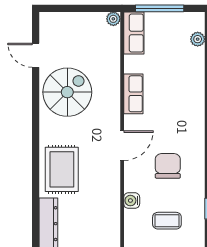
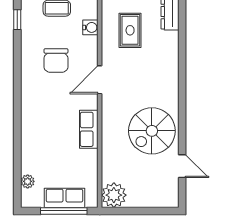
plant: (113, 19) -> (114, 195), width x1.87, depth x1.87
row of seats: (134, 33) -> (64, 198), moved, turned 90
rug: (62, 169) -> (130, 30), moved, width x0.73, depth x0.70

